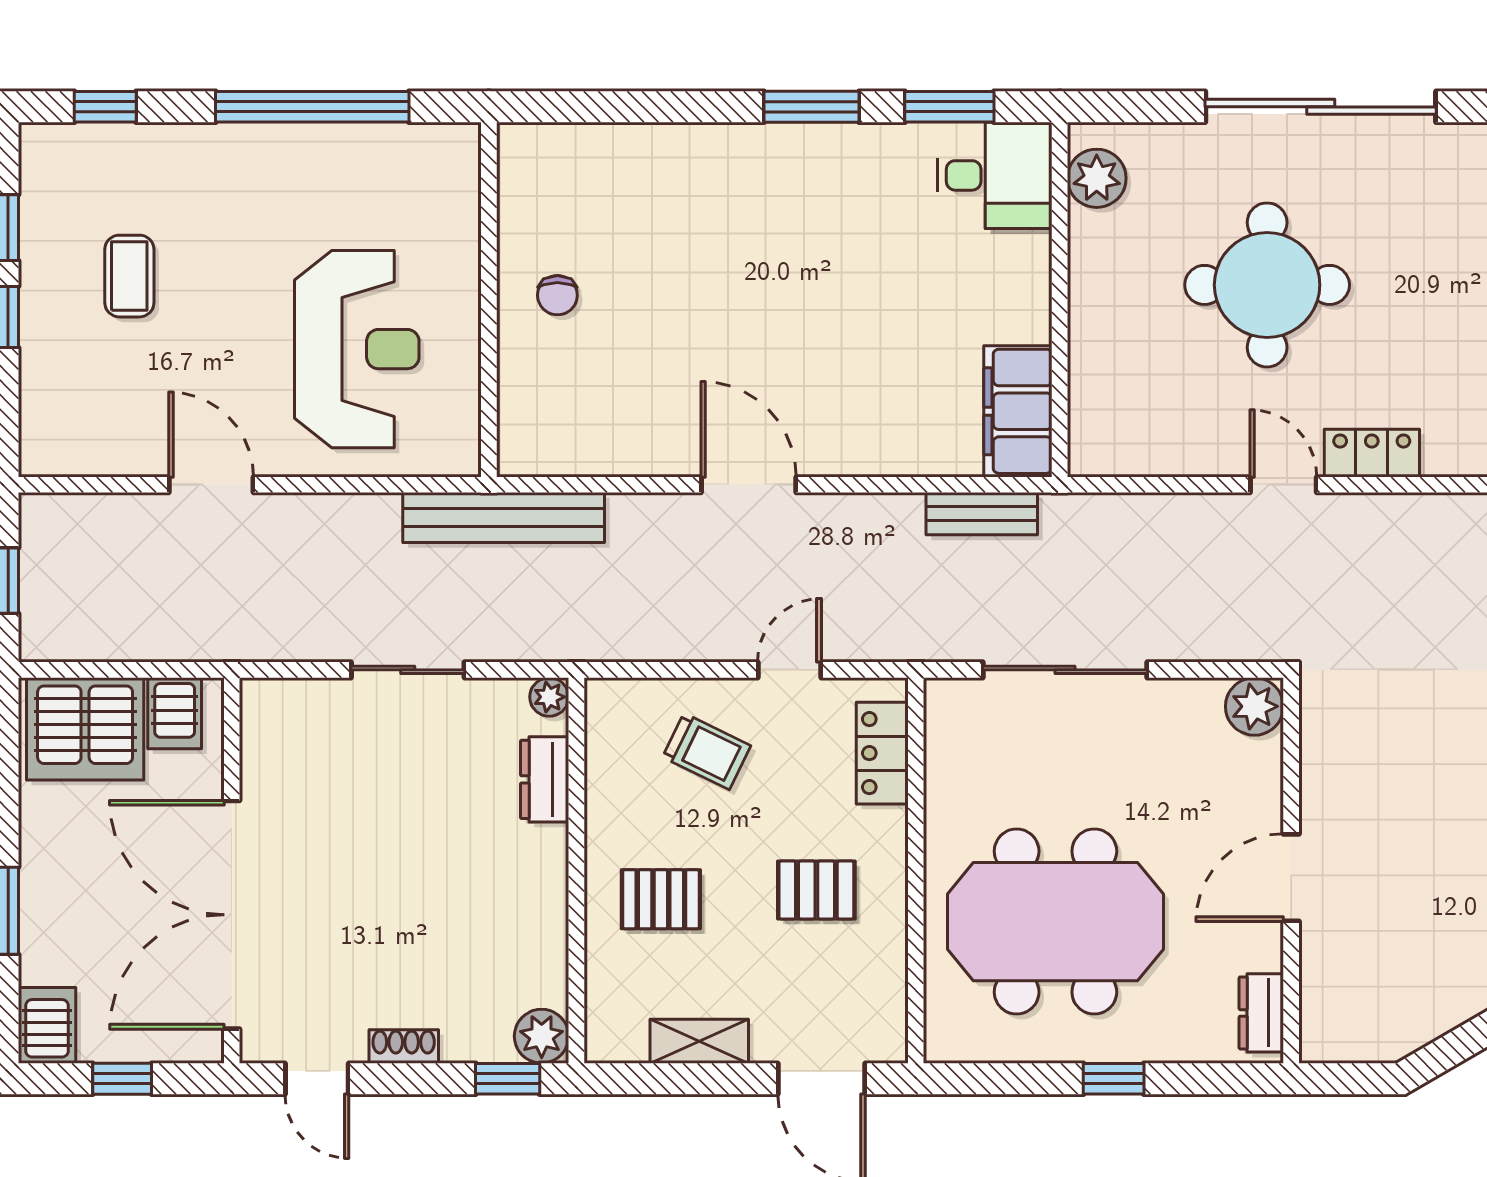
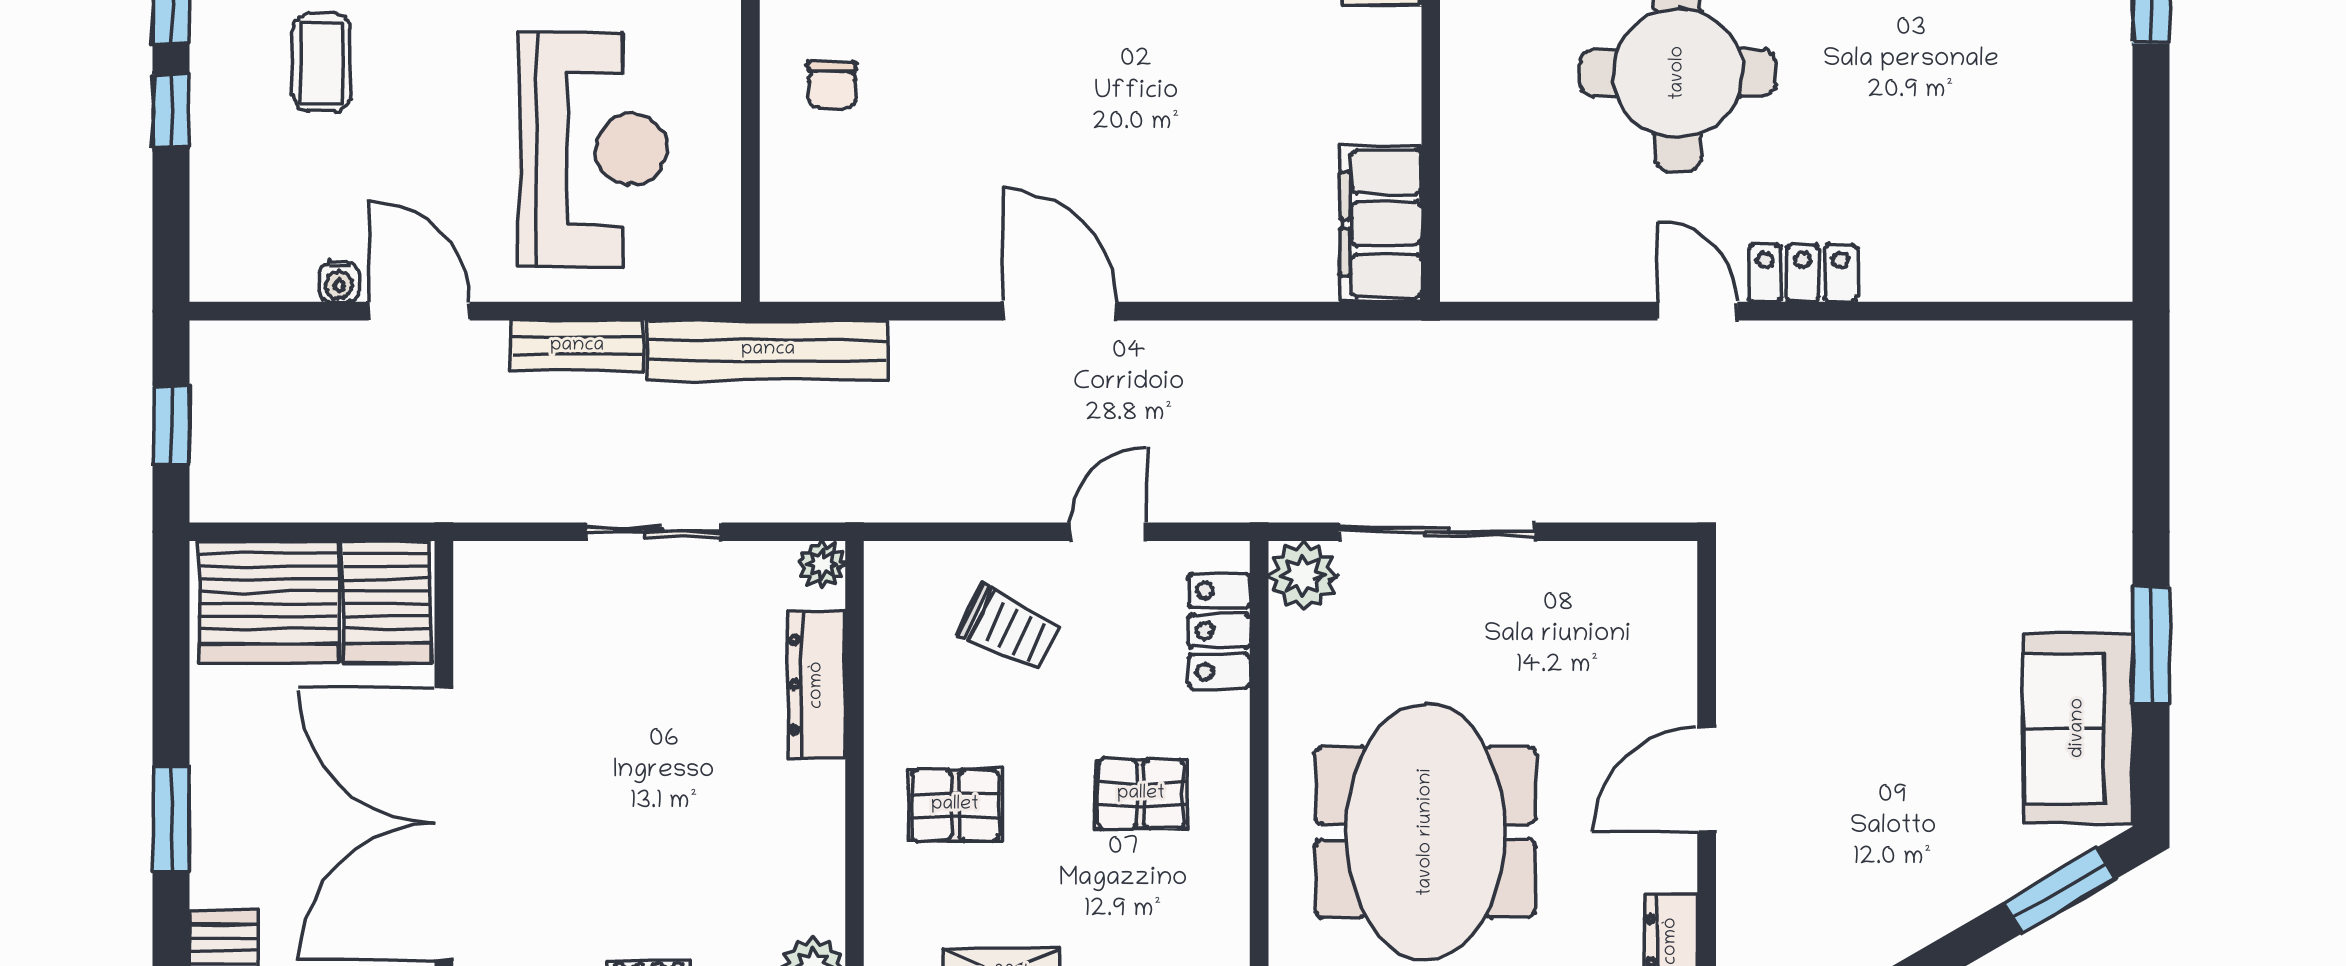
water cooler: (144, 461) -> (339, 282), added
bench: (982, 514) -> (577, 346), moved
plant: (1254, 706) -> (1303, 575), moved
server rack: (175, 713) -> (387, 602), width x1.36, depth x1.44
dresser: (545, 779) -> (817, 685), width x1.44
meeting table: (1055, 922) -> (1426, 832), turned 90

